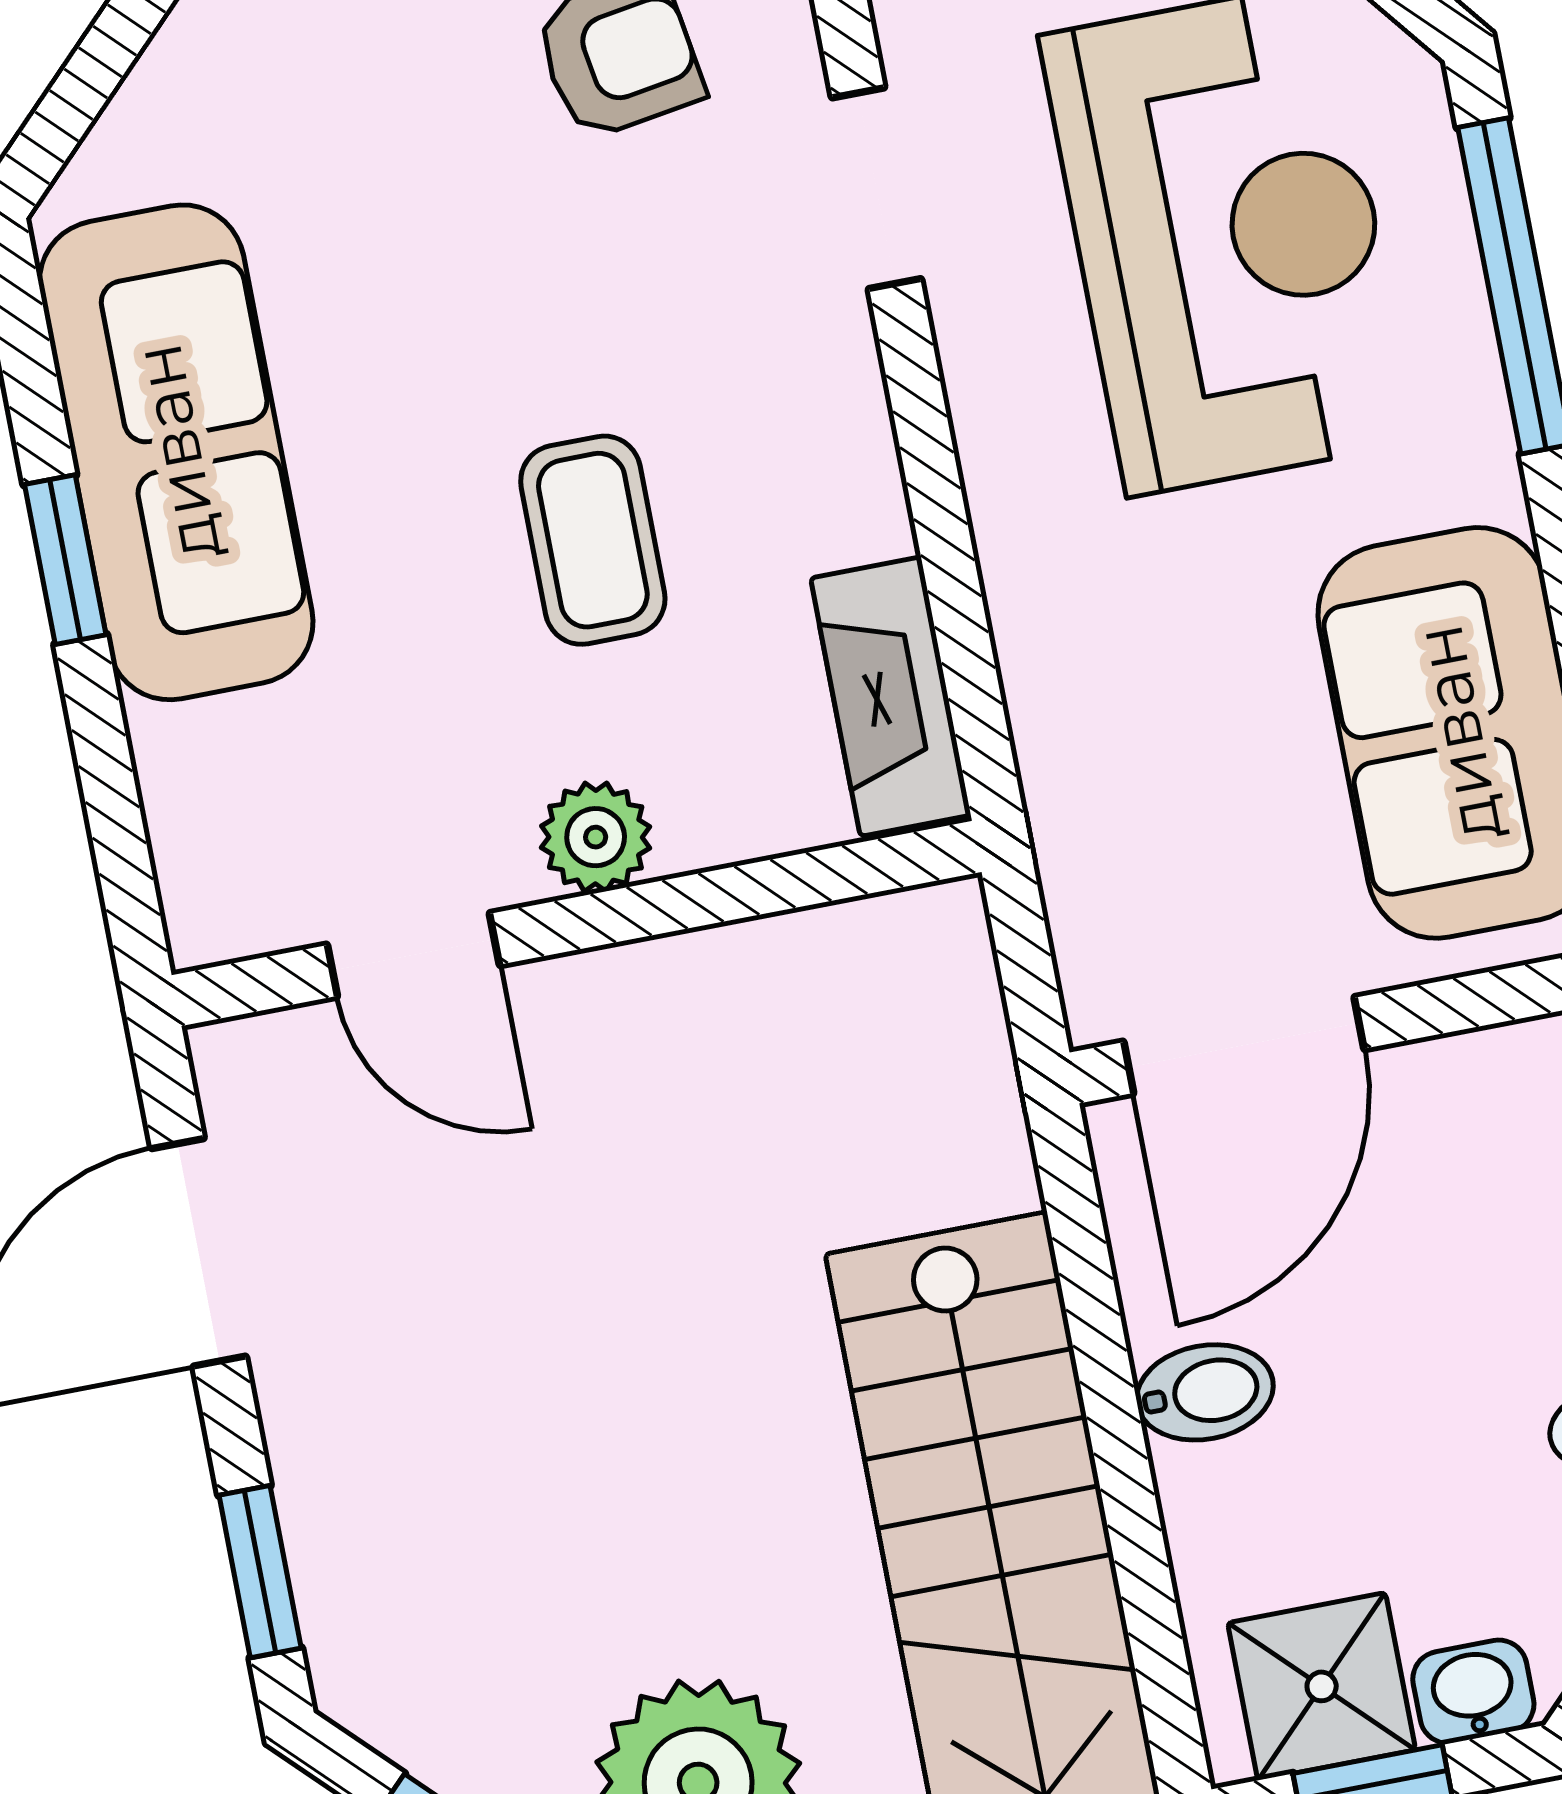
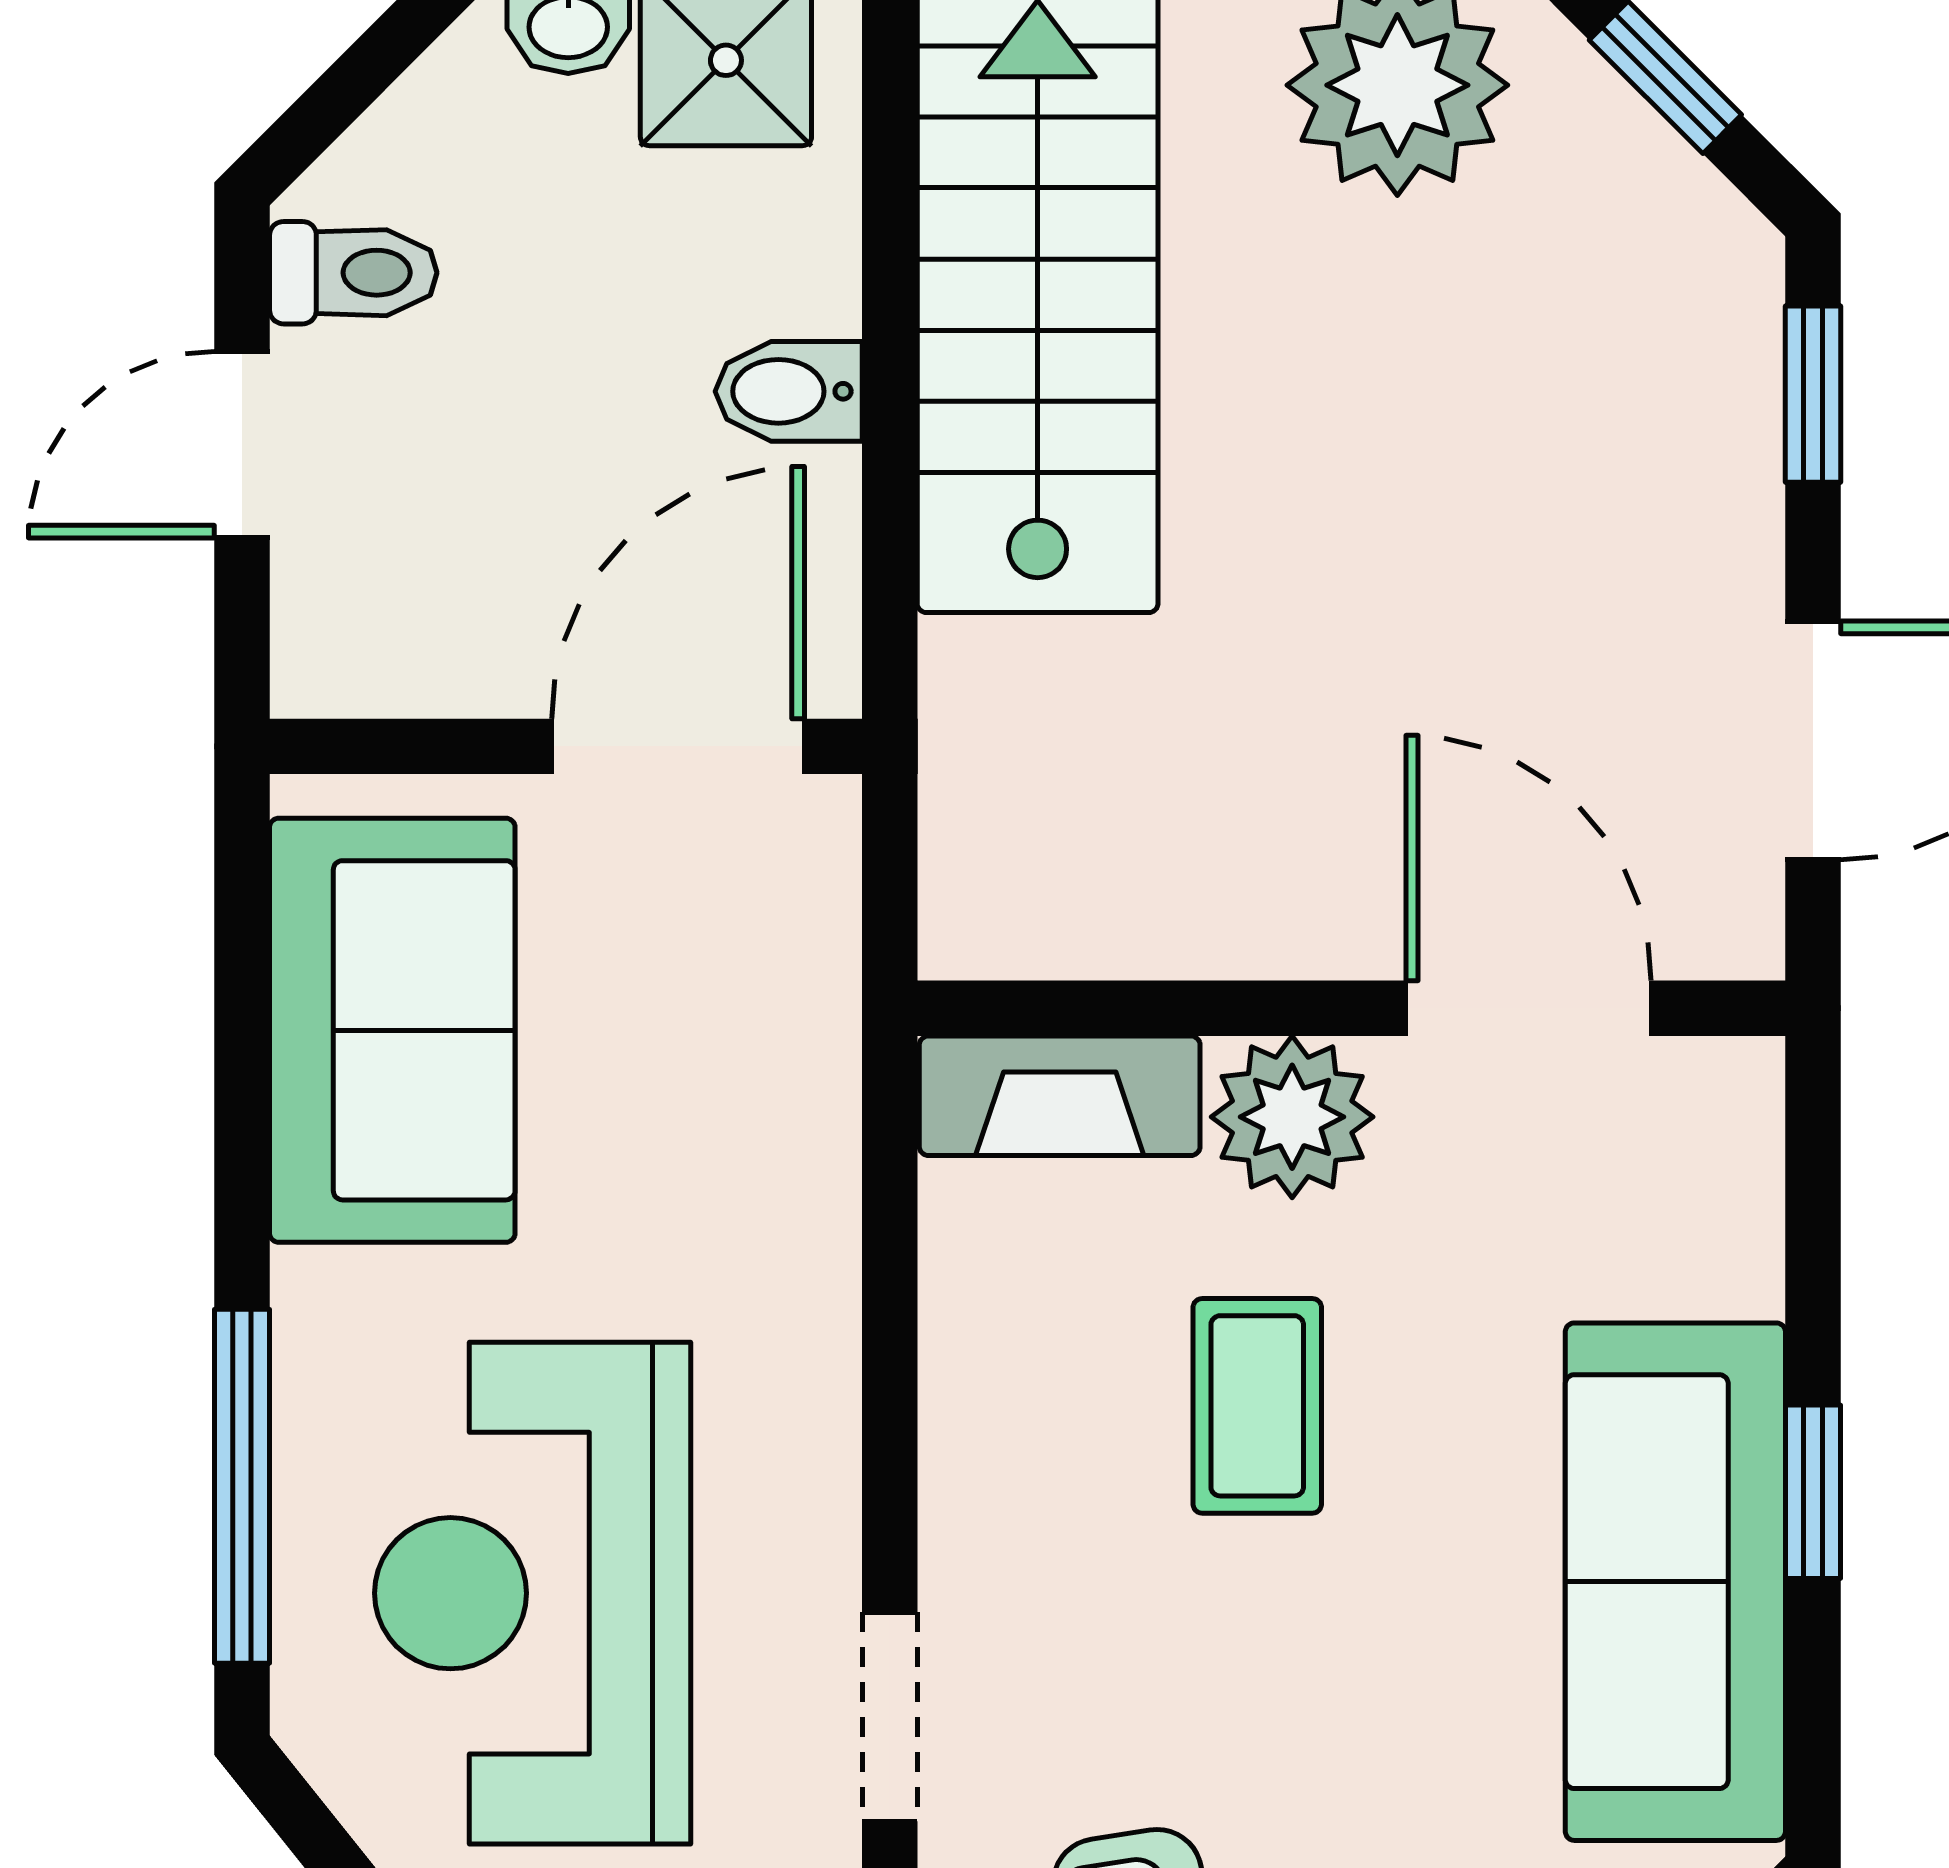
fireplace: (891, 697) -> (1060, 1096), moved, turned 90
plant: (596, 837) -> (1292, 1117), width x1.38, depth x1.38
door: (413, 955) -> (1528, 1008), width x1.38

